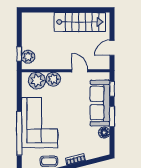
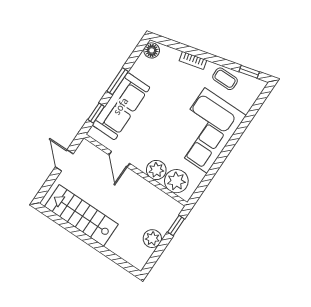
door: (112, 48) -> (64, 160), swing flipped
plant: (28, 57) -> (152, 239), moved
window: (19, 133) -> (238, 134), removed
floor lamp: (104, 133) -> (152, 50), moved

